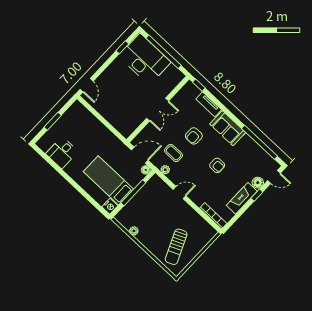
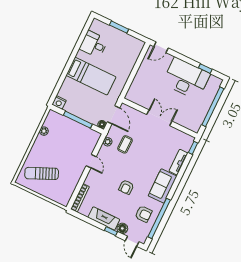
desk: (145, 59) -> (186, 79), moved, turned -90
double door: (158, 110) -> (159, 118), swing flipped
armchair: (194, 136) -> (144, 214), moved, turned 180
bed: (108, 180) -> (91, 76), moved, turned 90

